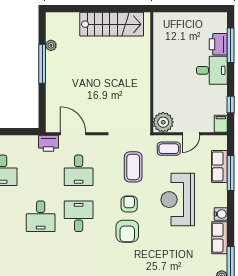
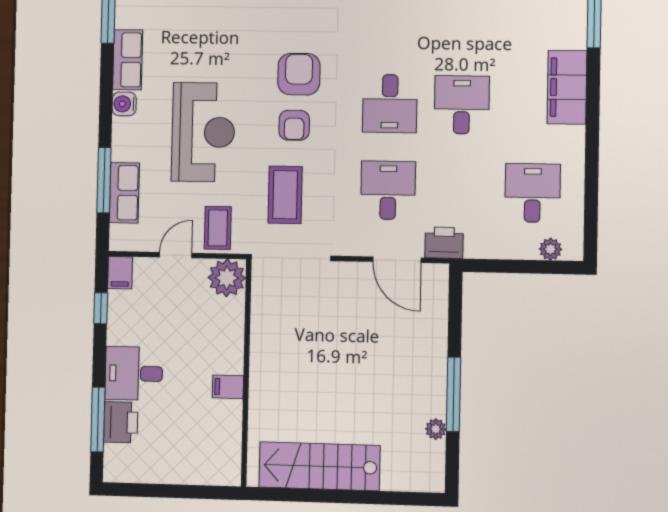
filing cabinet: (161, 65) -> (228, 387), added
coffee table: (169, 149) -> (218, 228), turned 90

